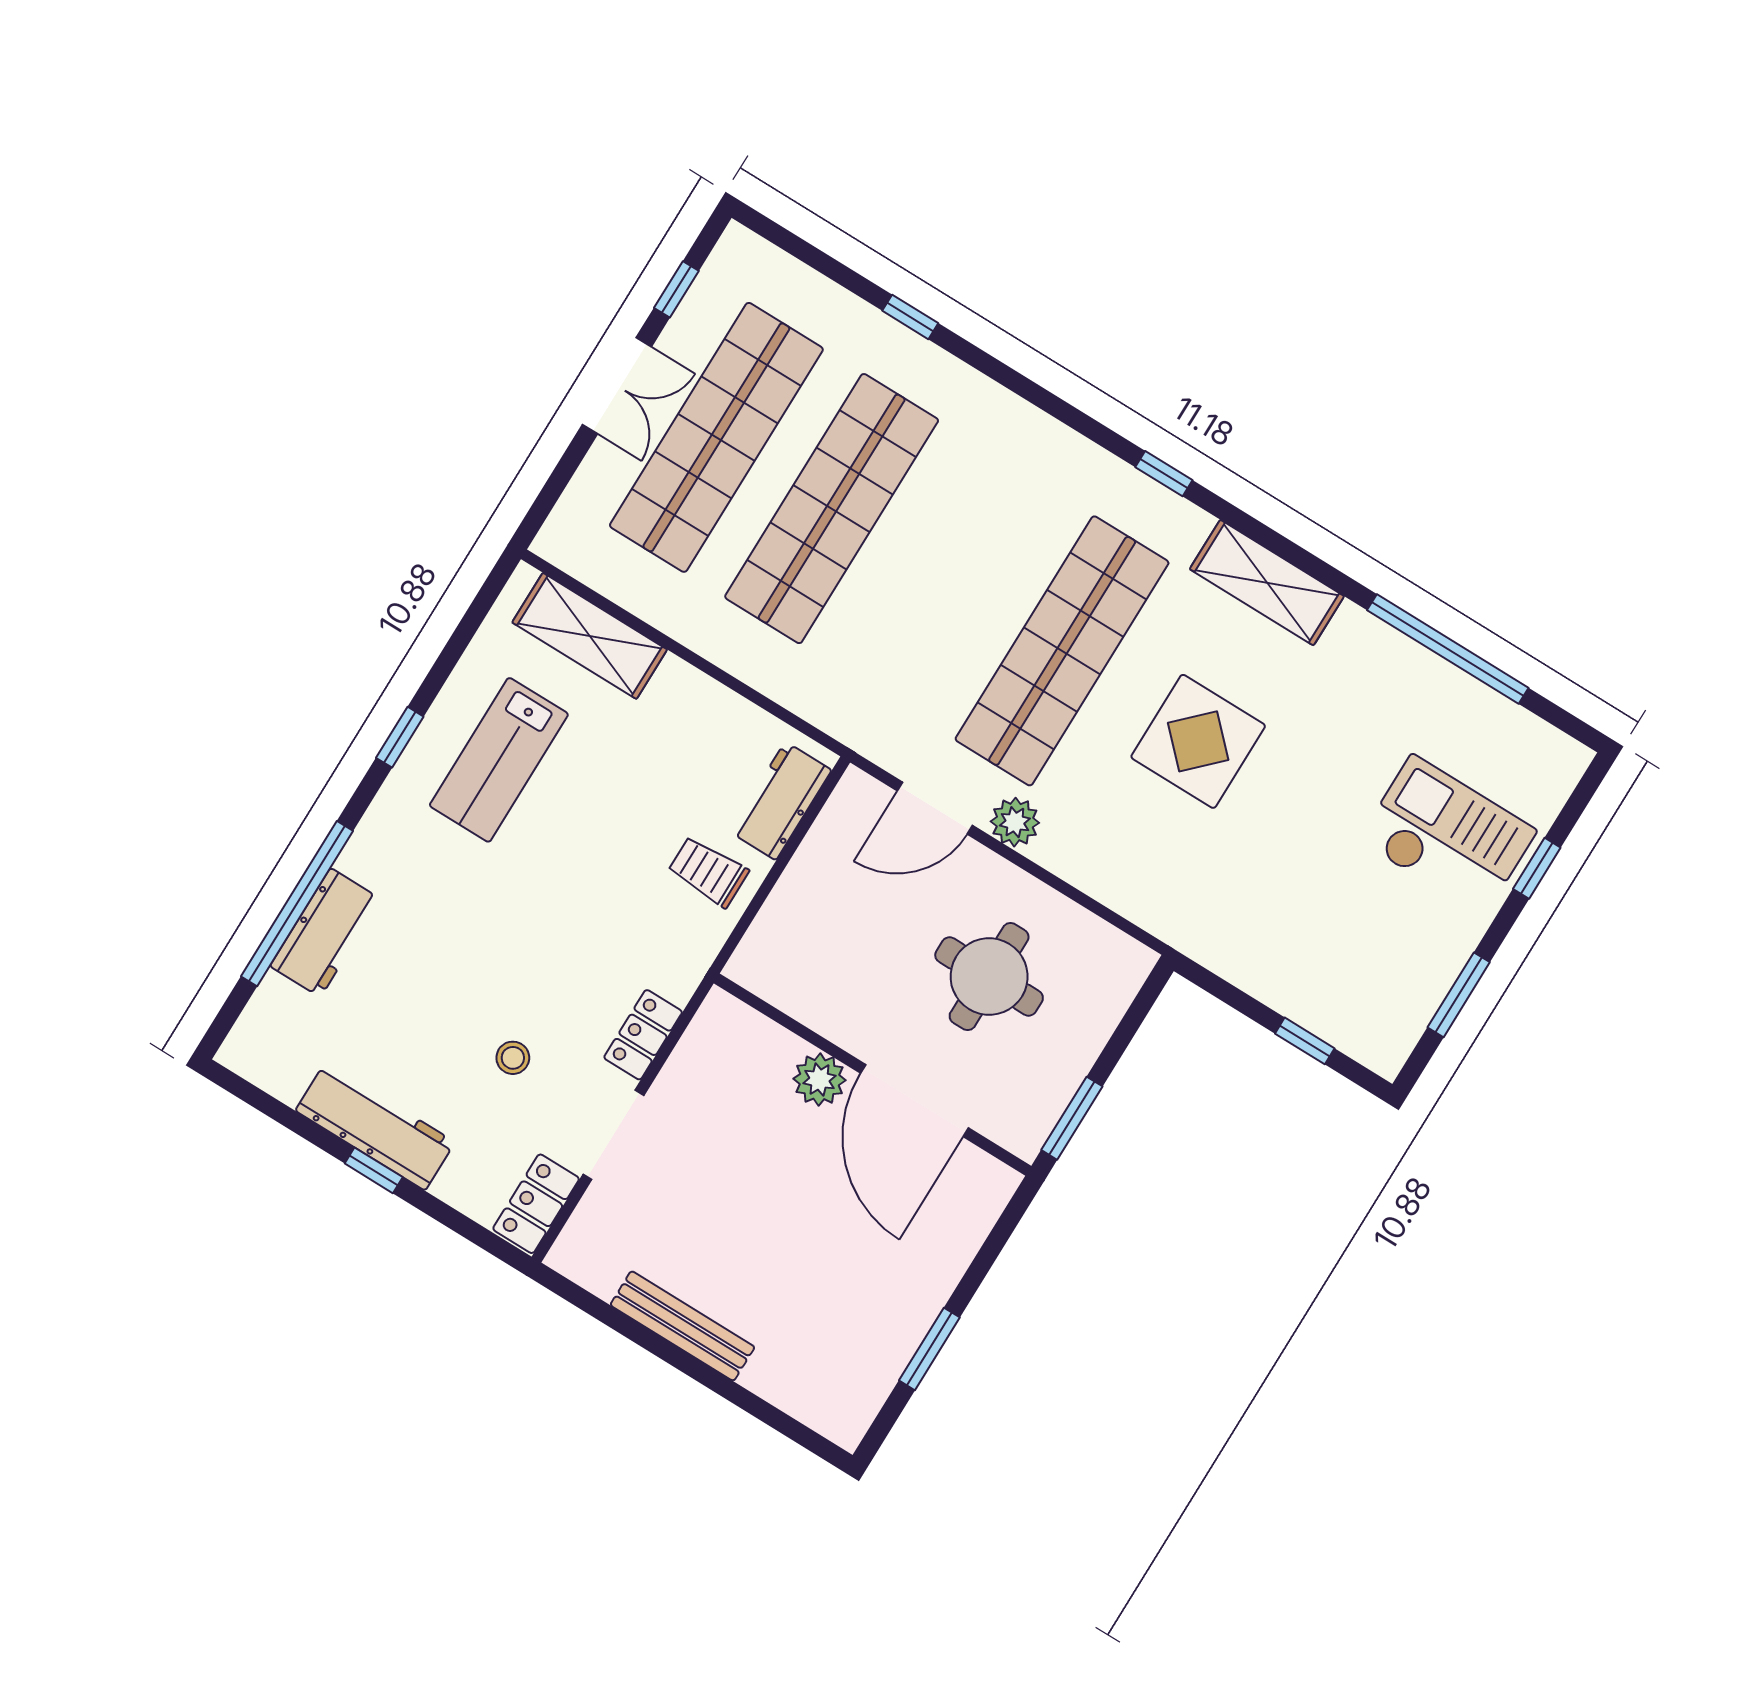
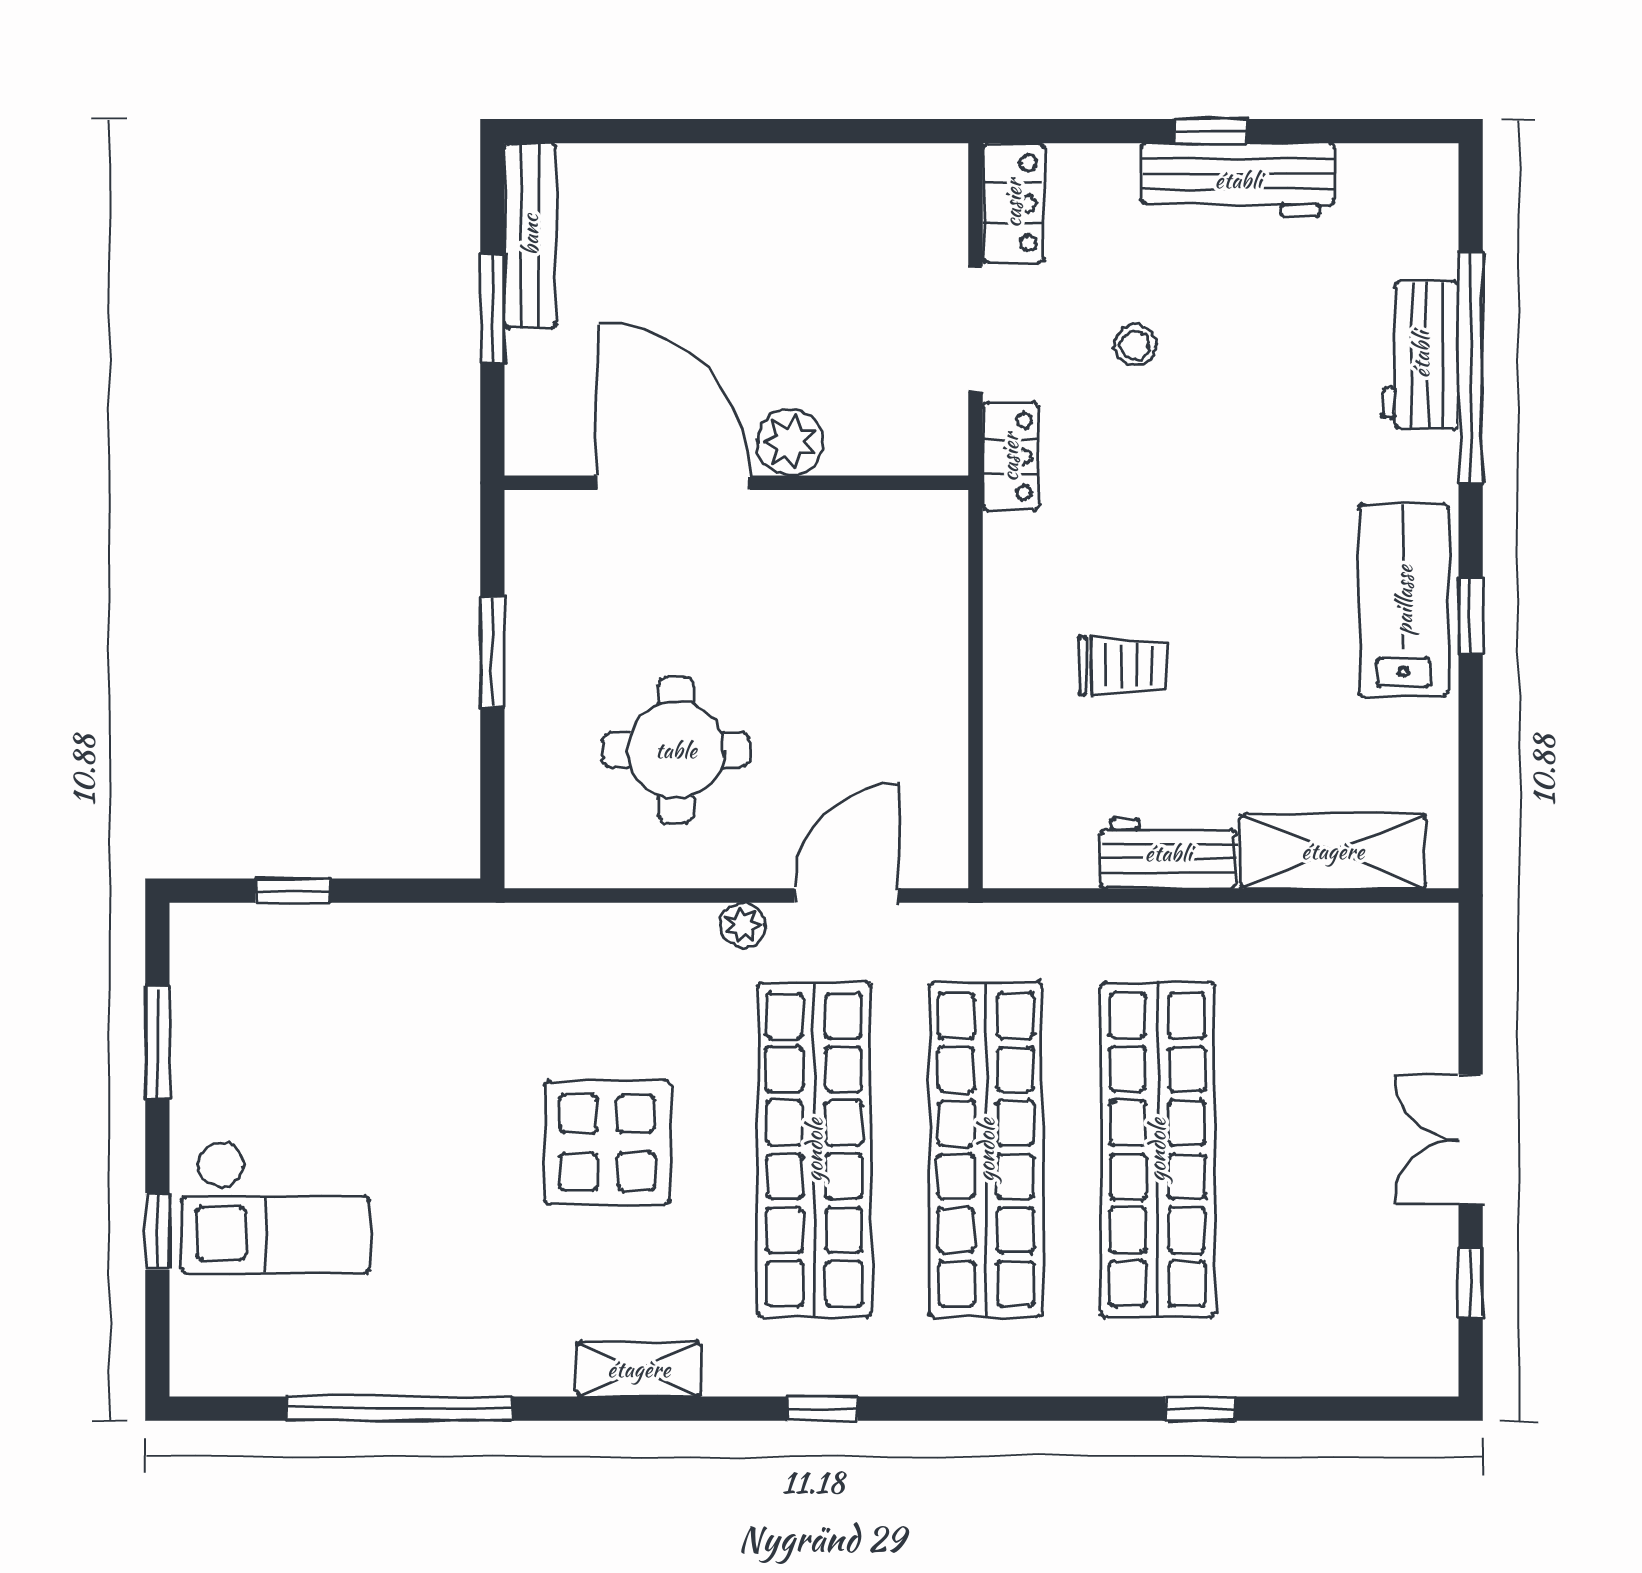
shop shelf: (716, 437) -> (986, 1150), moved
shelving: (1267, 583) -> (639, 1369), width x0.67, depth x0.75
lab bench: (499, 760) -> (1404, 600), moved
workbench: (781, 801) -> (1168, 853), moved, turned -90
plant: (1015, 822) -> (742, 925), width x0.73, depth x0.73
trolley: (708, 872) -> (1123, 666), moved
wall: (872, 1075) -> (736, 483), moved
plant: (819, 1080) -> (790, 442), moved
door: (914, 1101) -> (674, 483), moved
bench: (682, 1326) -> (530, 235), moved, turned 90

